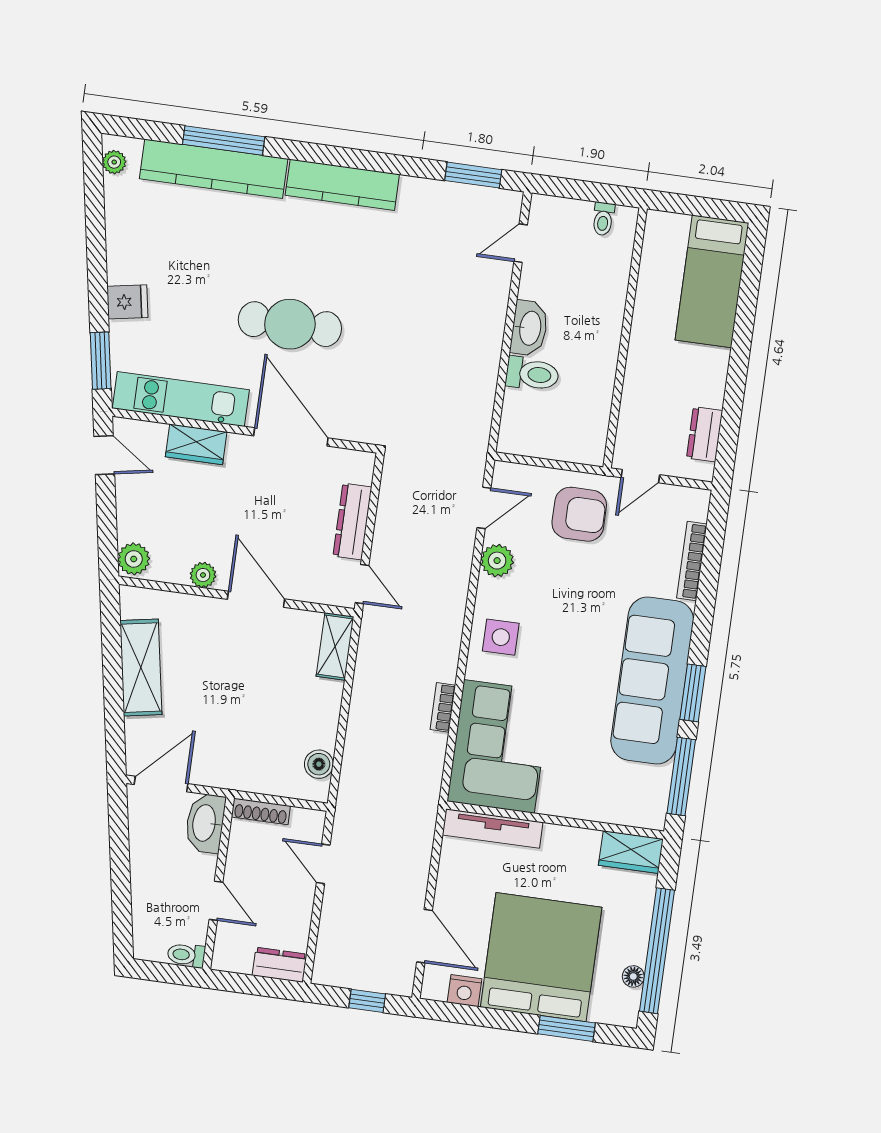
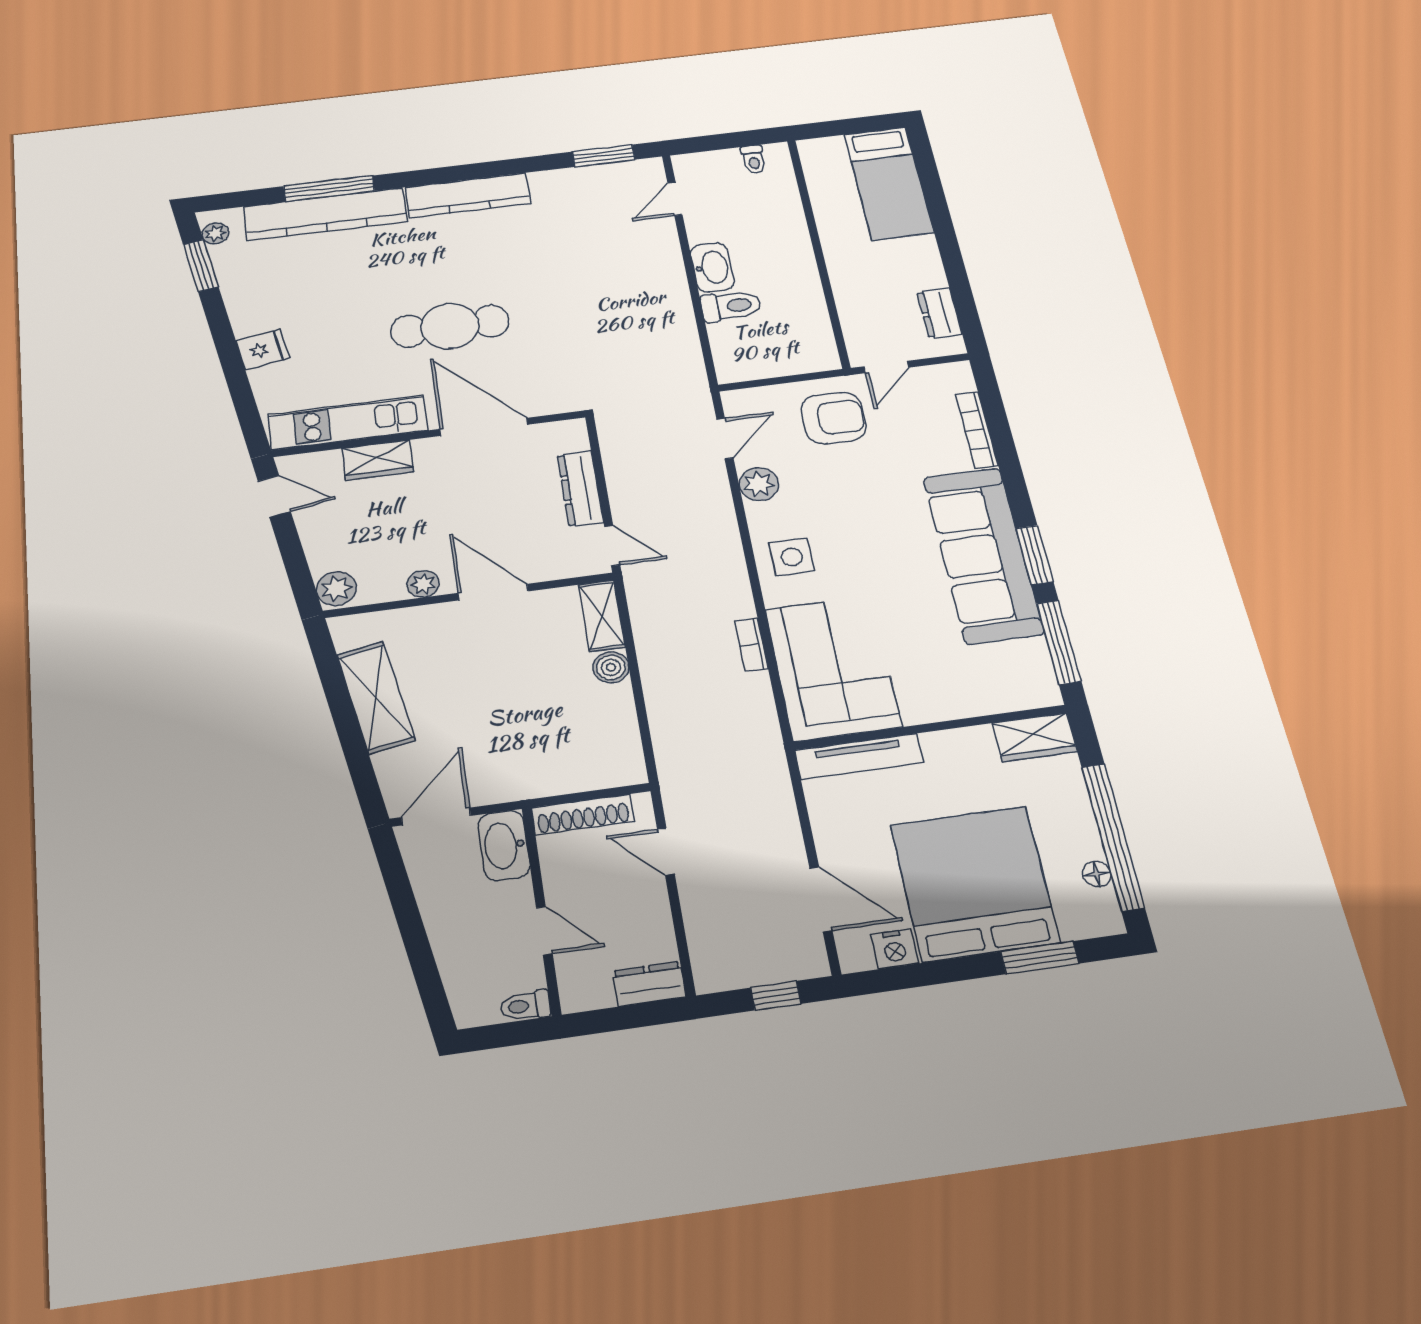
window: (101, 361) -> (201, 265), moved
boiler: (319, 764) -> (611, 667), moved
shoe rack: (261, 811) -> (583, 814), width x1.36, depth x1.24

